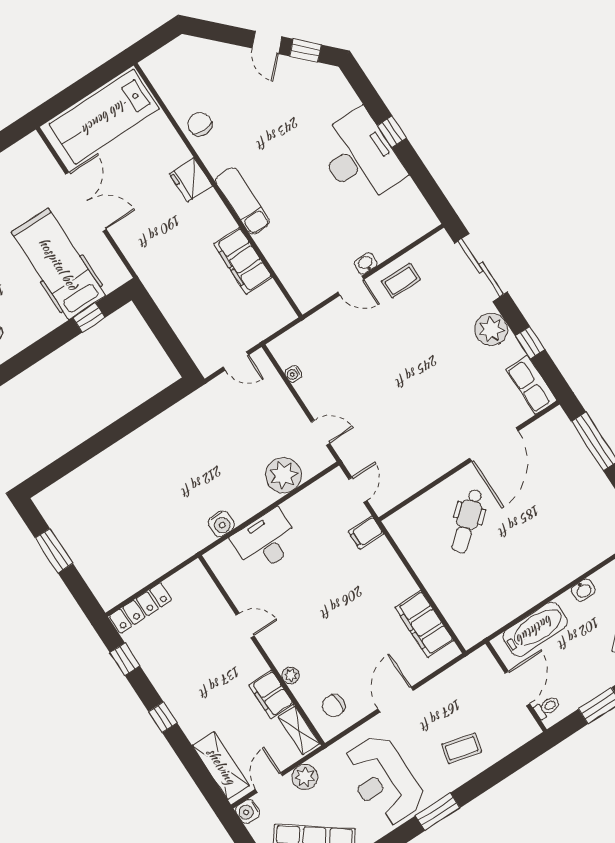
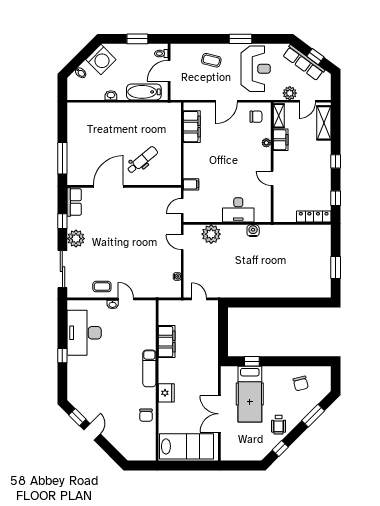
desk: (360, 157) -> (84, 333), moved
water cooler: (248, 811) -> (325, 95), removed

